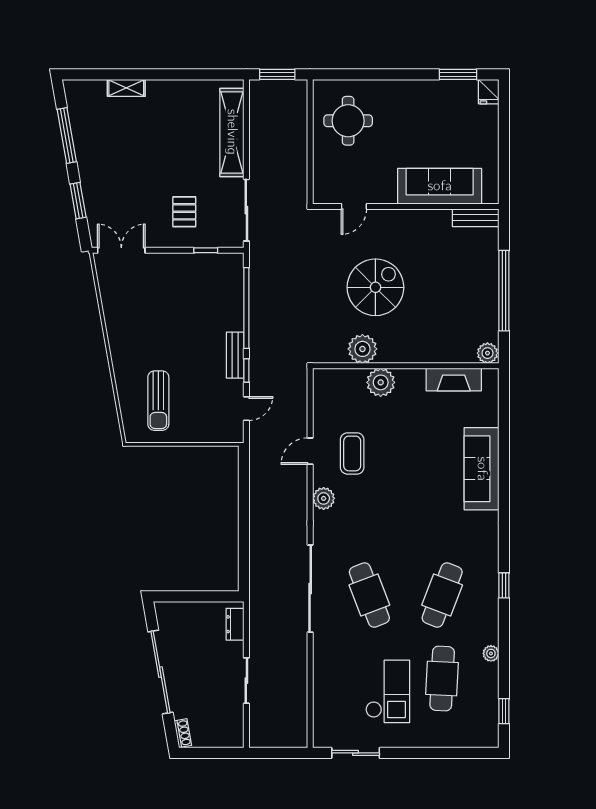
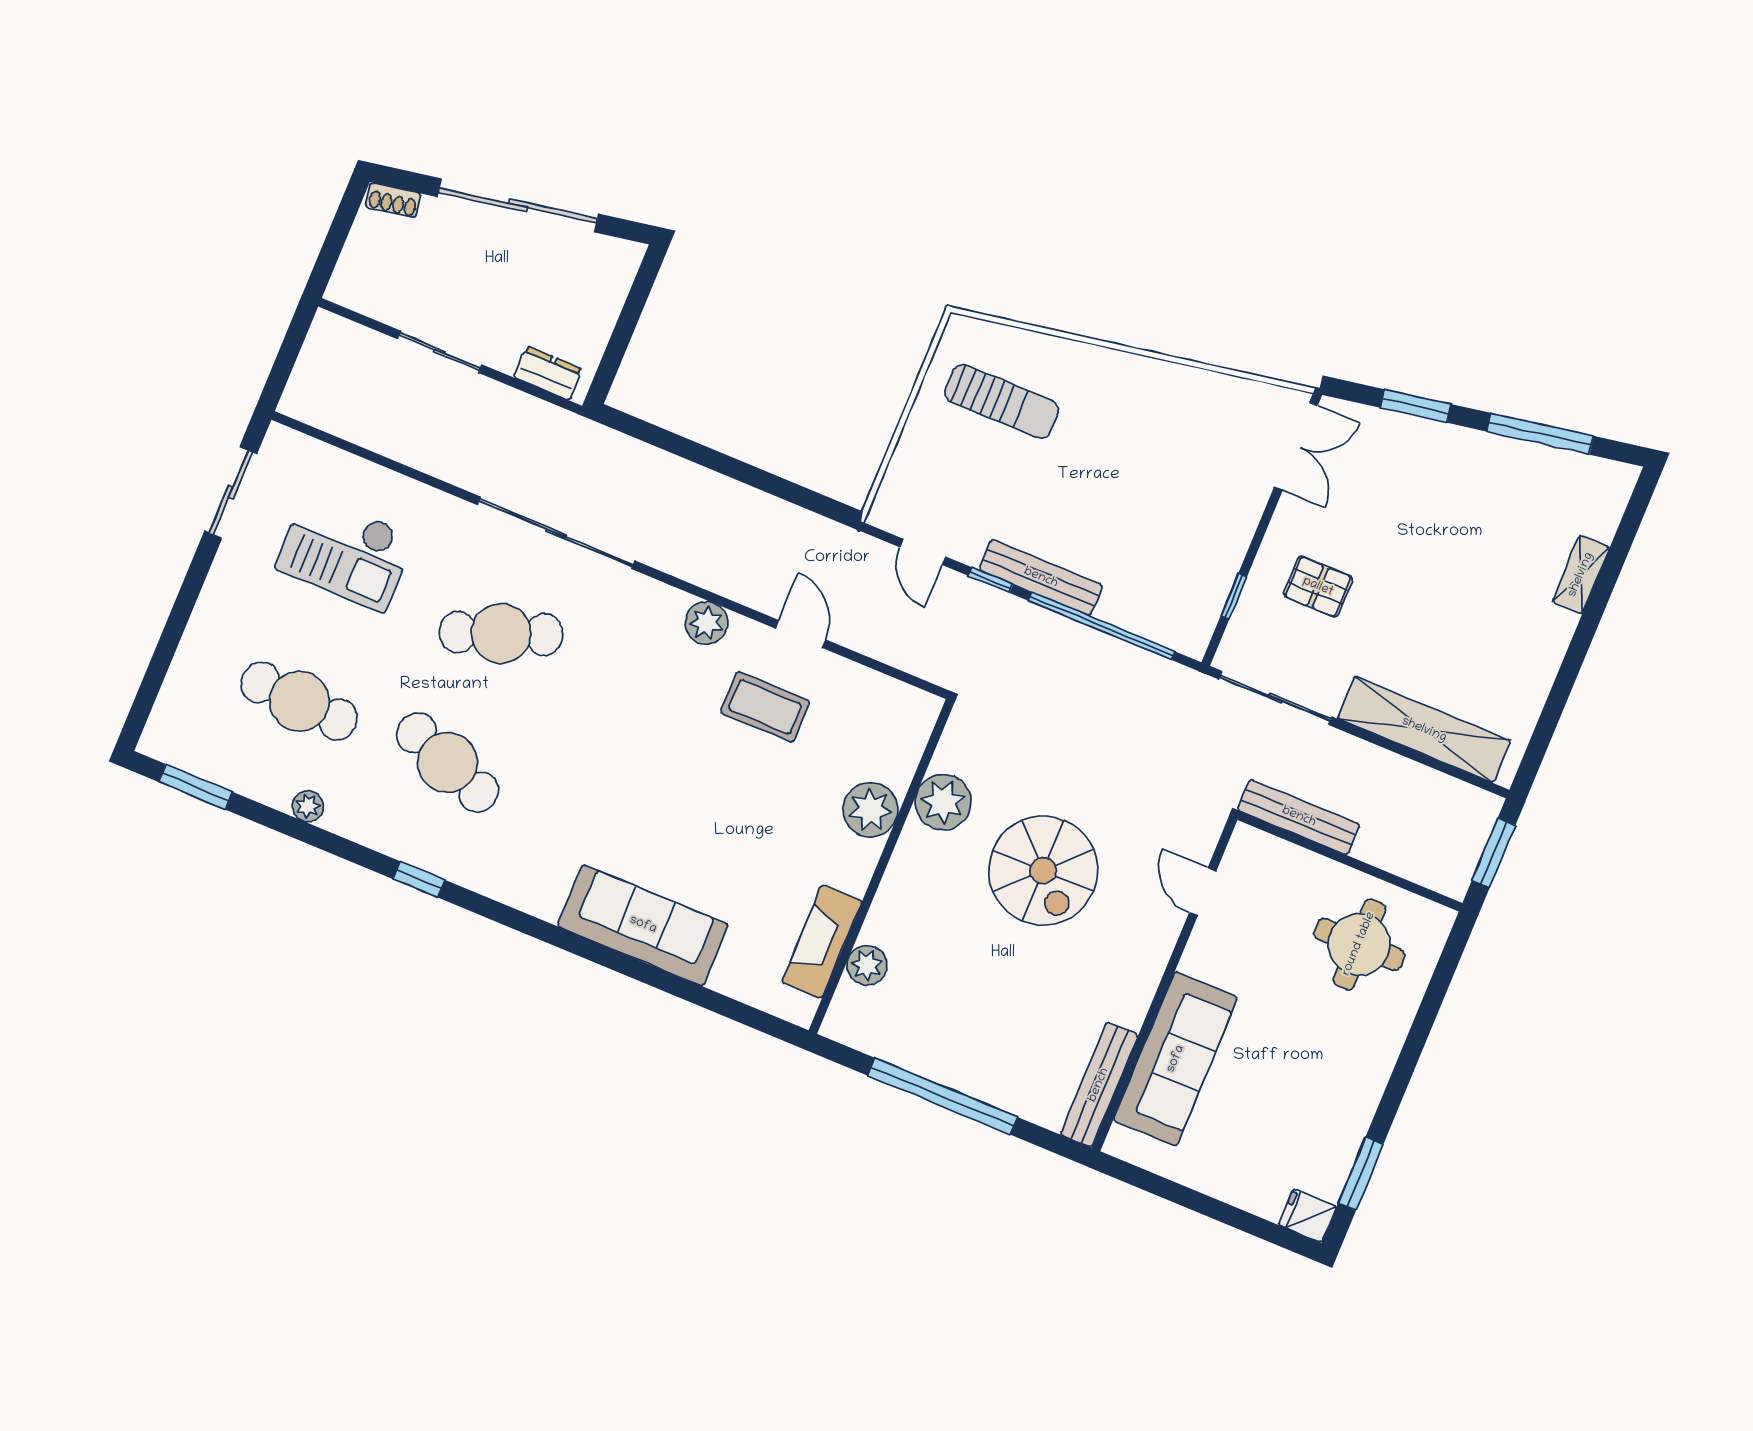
bench: (299, 175) -> (1299, 817), added
bench: (476, 218) -> (1099, 1085), width x1.36
plant: (487, 353) -> (867, 965), moved
bench: (235, 355) -> (1041, 578), width x1.36
sun lounger: (158, 401) -> (1002, 401), turned 180
checkout: (388, 691) -> (345, 552), moved
window: (504, 711) -> (196, 787), width x1.50

